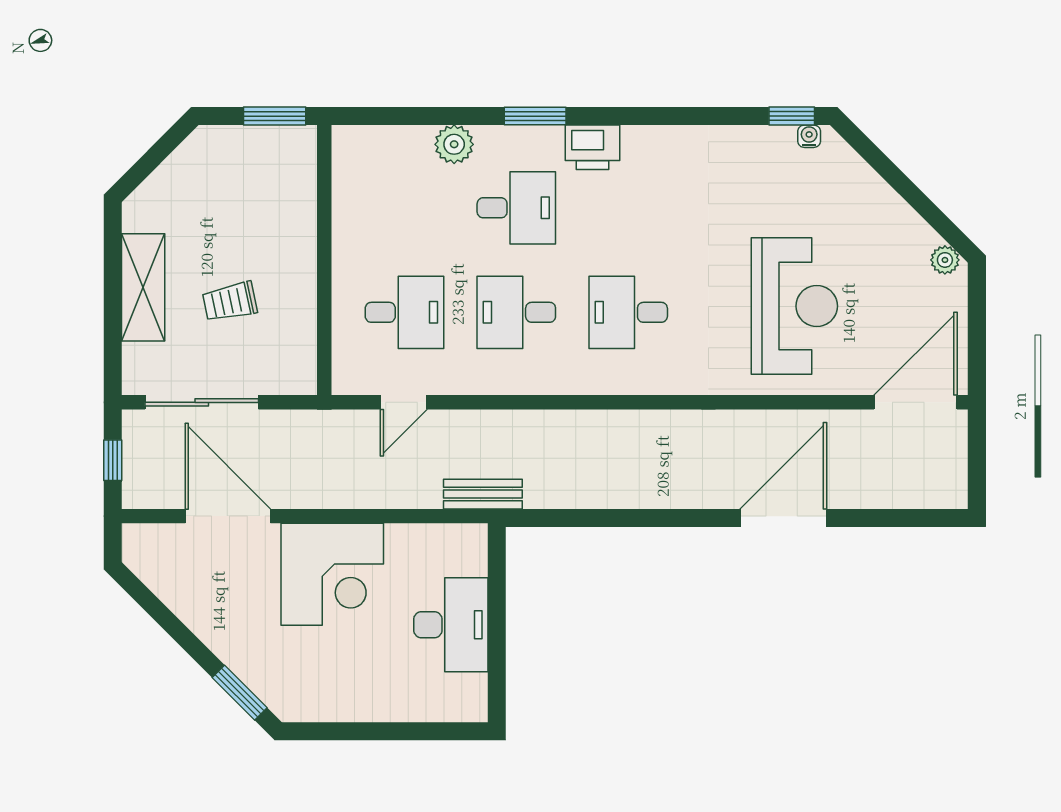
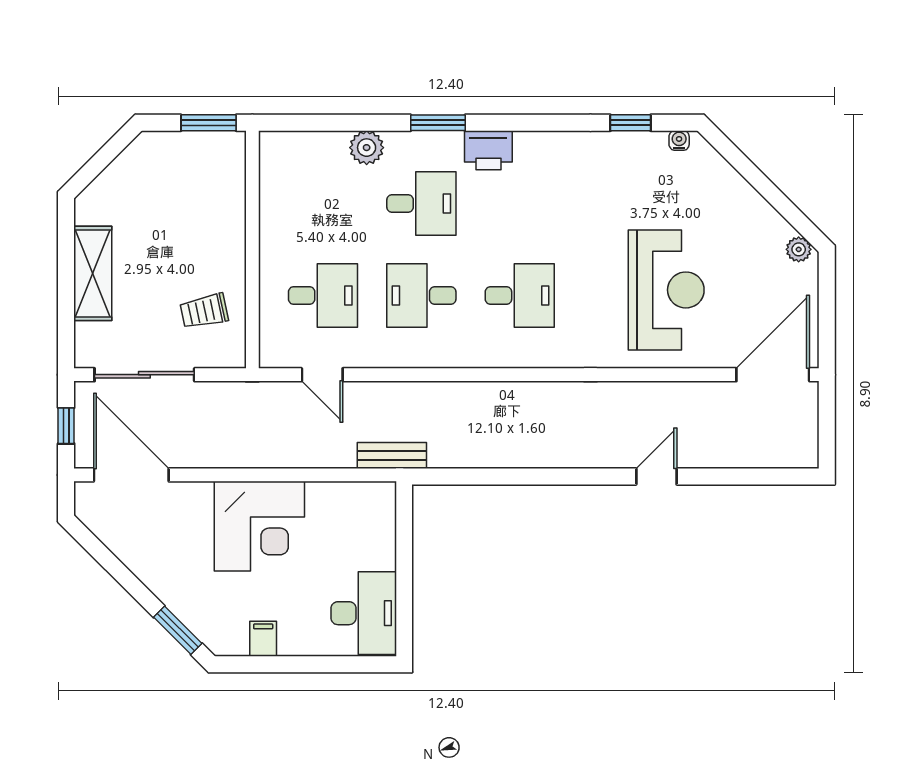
window: (792, 116) -> (630, 123), moved
trolley: (230, 302) -> (204, 311), moved
desk: (628, 312) -> (520, 295), turned 180
door: (404, 402) -> (322, 375), hinge flipped
door: (228, 516) -> (131, 475), moved
door: (783, 518) -> (656, 476), width x0.53
desk: (451, 625) -> (364, 613), moved
filing cabinet: (337, 702) -> (263, 639), added

